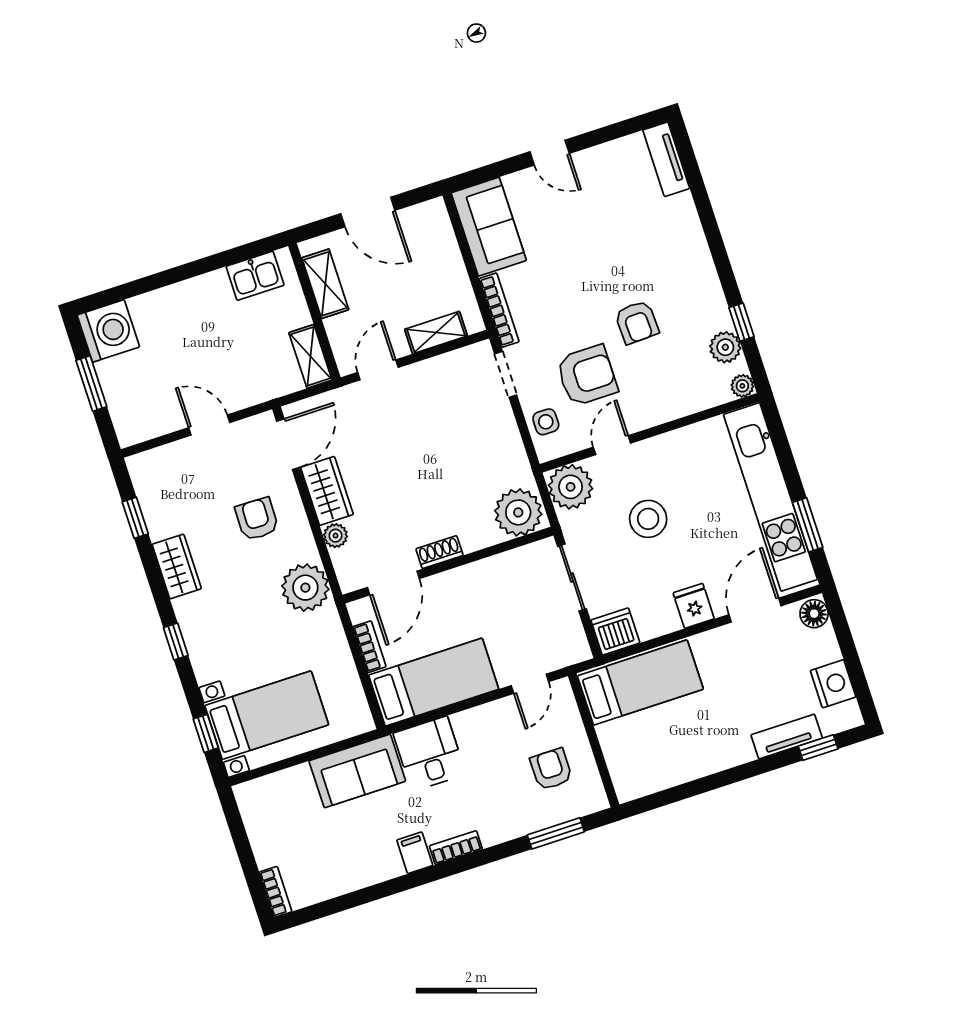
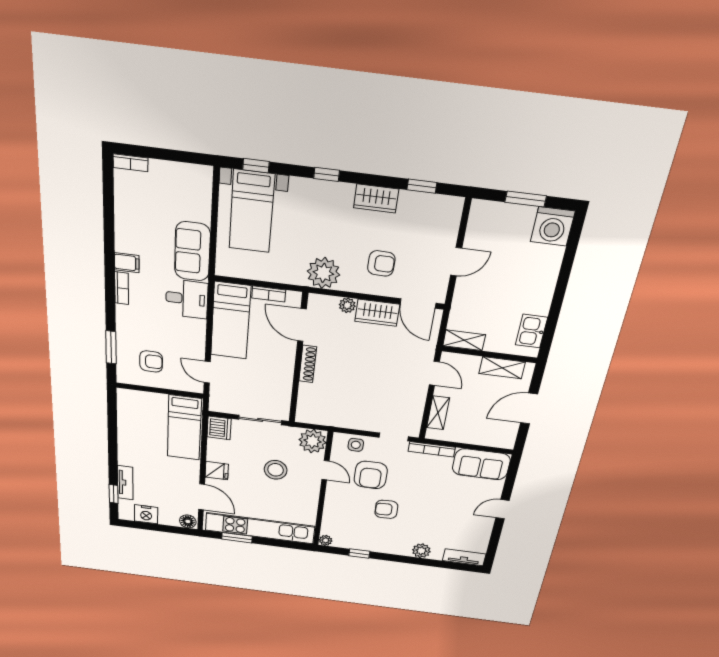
plant: (725, 347) -> (421, 551), moved
plant: (518, 512) -> (311, 409), removed
shoe rack: (439, 552) -> (308, 364), width x1.43

